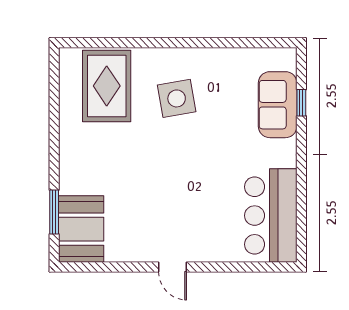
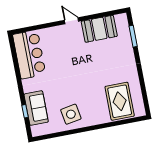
side table: (177, 98) -> (71, 114), moved
booth: (81, 229) -> (99, 29), moved, turned 90

